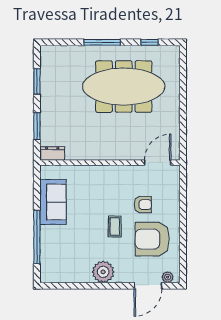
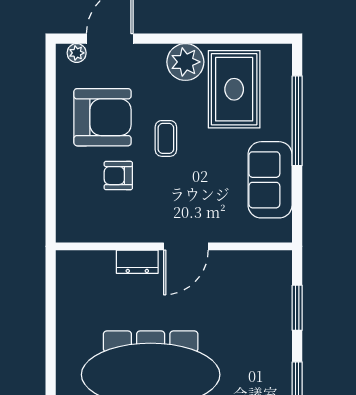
dresser: (52, 153) -> (137, 262), moved
door: (158, 163) -> (186, 246), moved
rug: (74, 256) -> (234, 89), added

